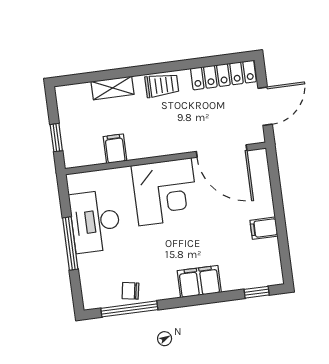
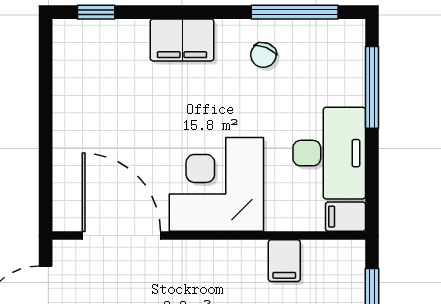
filing cabinet: (264, 228) -> (345, 217), moved, turned 180
window: (70, 243) -> (372, 87), moved
chair: (130, 291) -> (263, 55), moved, turned 102

